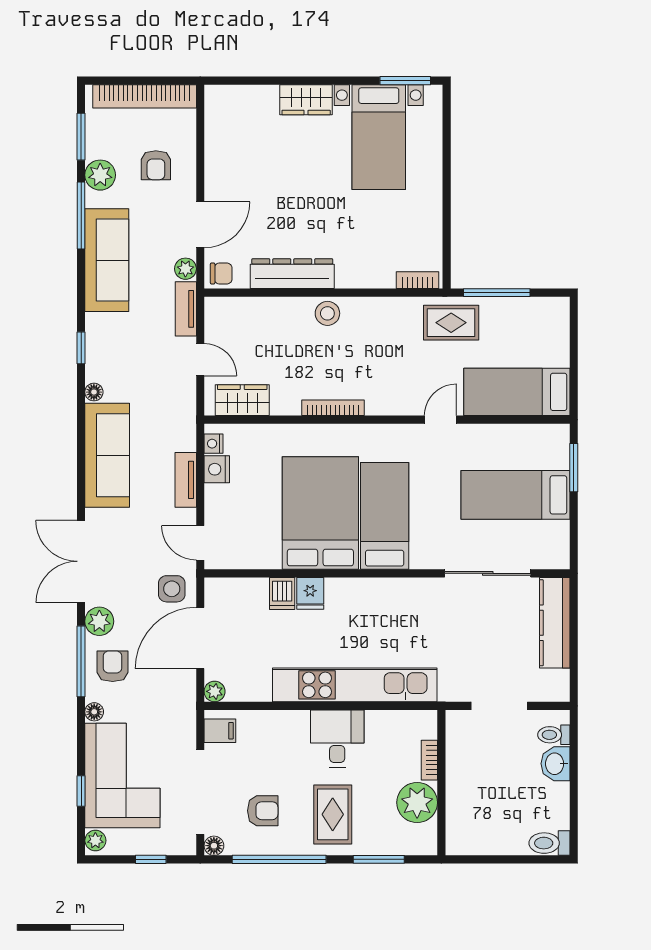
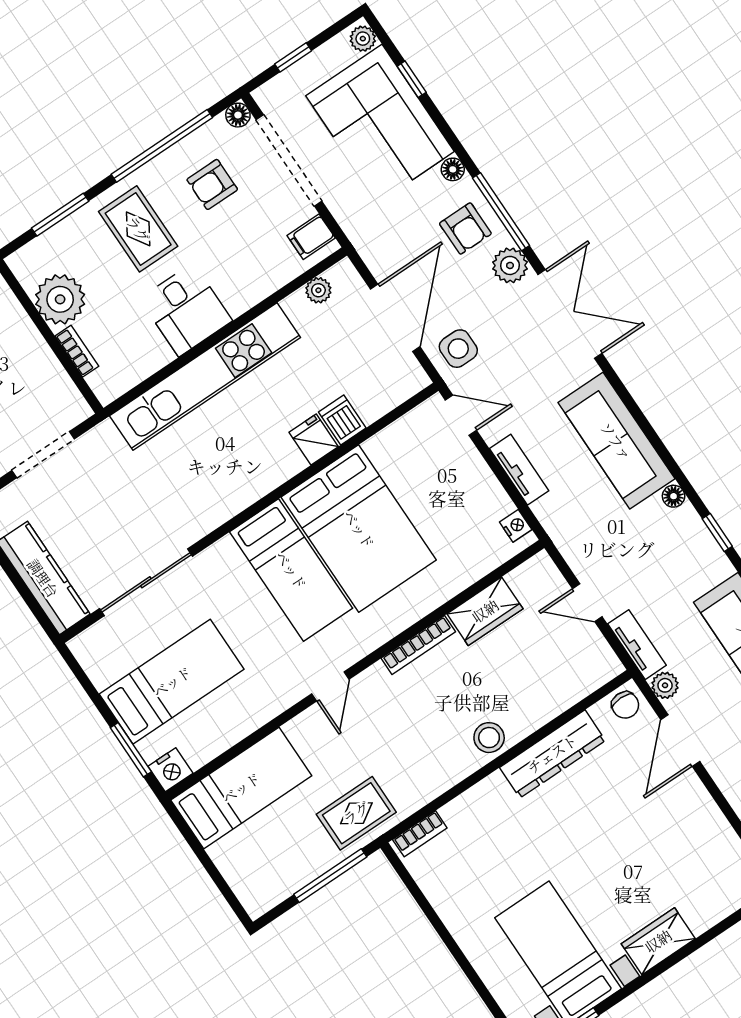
chair: (221, 274) -> (625, 705), turned -90
wardrobe: (242, 400) -> (485, 611), moved
door: (440, 420) -> (330, 686), moved
nightstand: (217, 469) -> (171, 770), moved, turned 90
plant: (215, 691) -> (318, 290), moved

